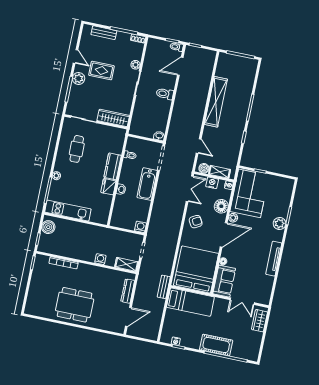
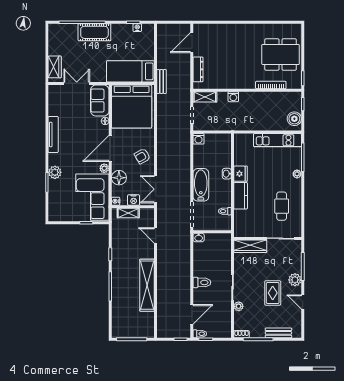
rug: (102, 71) -> (273, 293), turned 90
boiler: (204, 168) -> (145, 213), removed
dining table: (75, 305) -> (281, 54), moved

